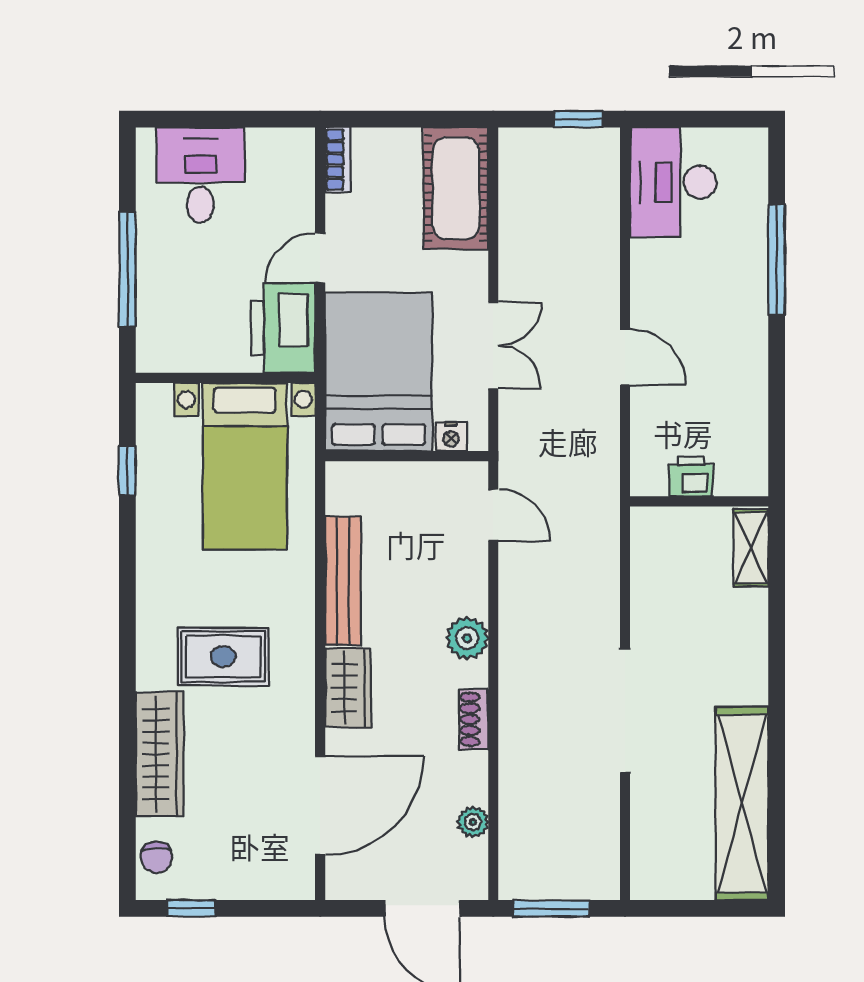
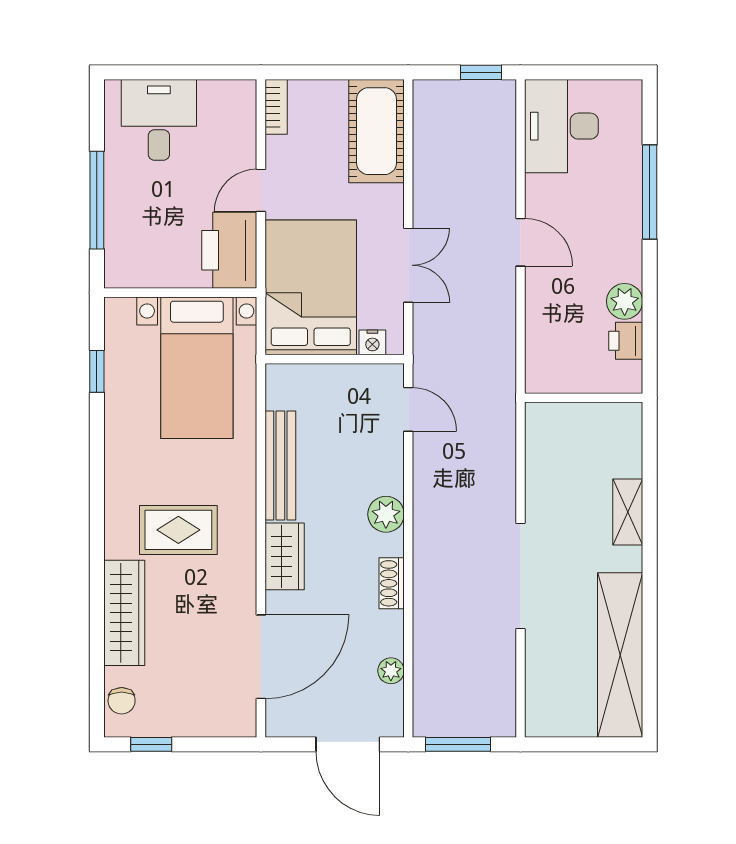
door: (625, 357) -> (521, 242), moved
plant: (747, 388) -> (625, 301), added
printer: (691, 477) -> (626, 341), moved, turned -90
shelving: (751, 548) -> (628, 512), moved

